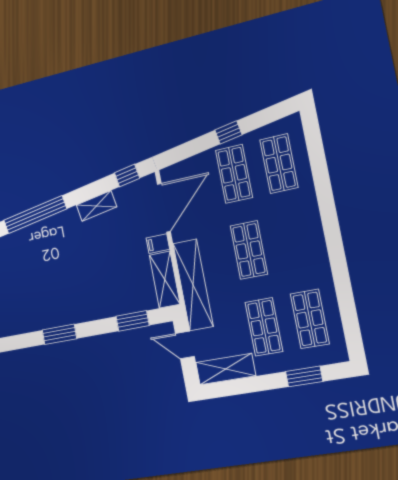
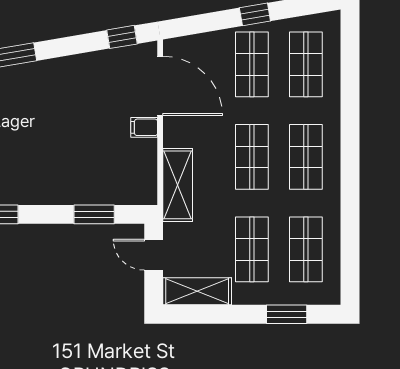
shelving: (96, 206) -> (76, 65), removed
door: (164, 208) -> (160, 86), hinge flipped
shop shelf: (294, 241) -> (306, 157), added
shelving: (165, 280) -> (144, 172), removed
shelving: (193, 285) -> (178, 185), width x0.68

